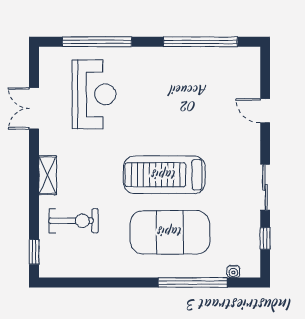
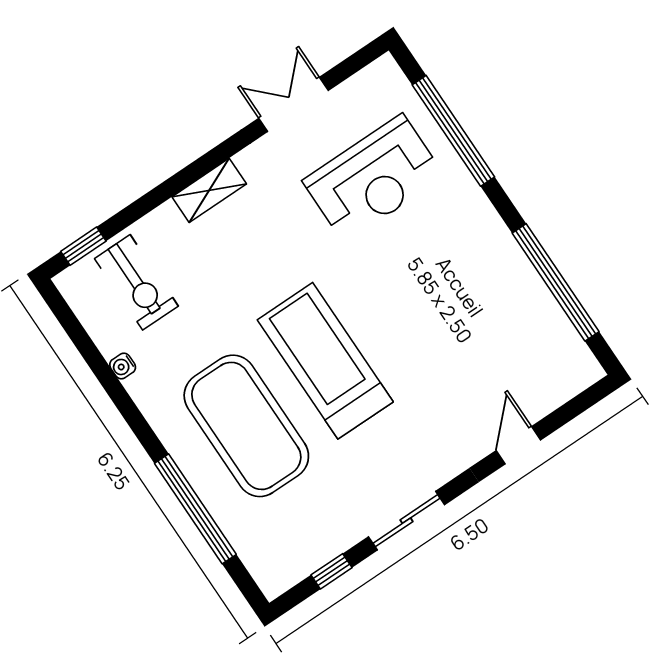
exercise bike: (74, 221) -> (136, 282), moved
water cooler: (233, 271) -> (123, 366), moved

